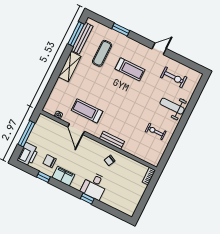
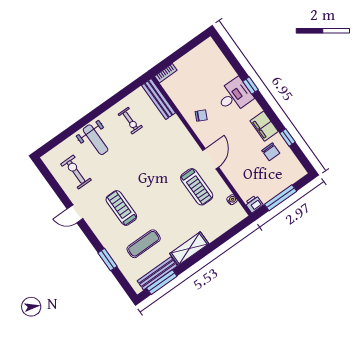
door: (76, 129) -> (211, 159), moved
bench: (112, 140) -> (159, 99), moved, width x1.36
printer: (28, 154) -> (254, 204), moved, width x0.53, depth x0.68

